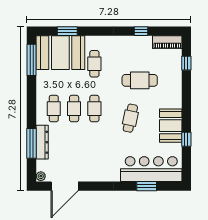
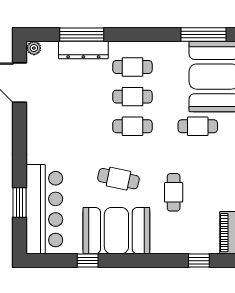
cafe table: (140, 80) -> (174, 192), width x0.73, depth x0.74
booth: (171, 126) -> (116, 231), width x1.36, depth x1.42

